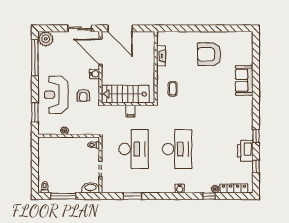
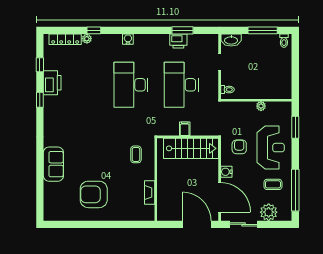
plant: (46, 39) -> (269, 212), moved
armchair: (209, 54) -> (94, 194), turned 180
coffee table: (54, 63) -> (273, 184), added
printer: (136, 187) -> (178, 41), added

